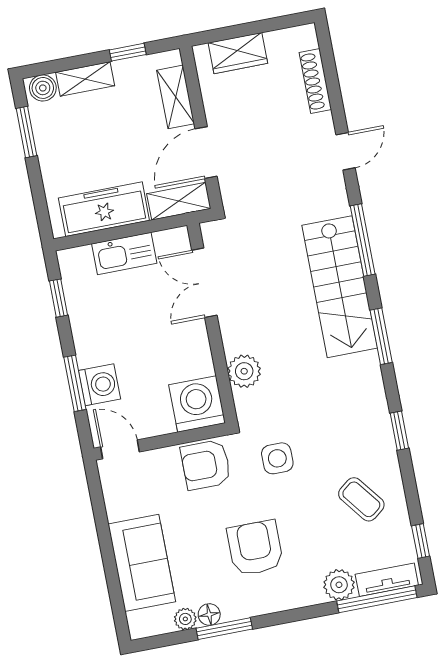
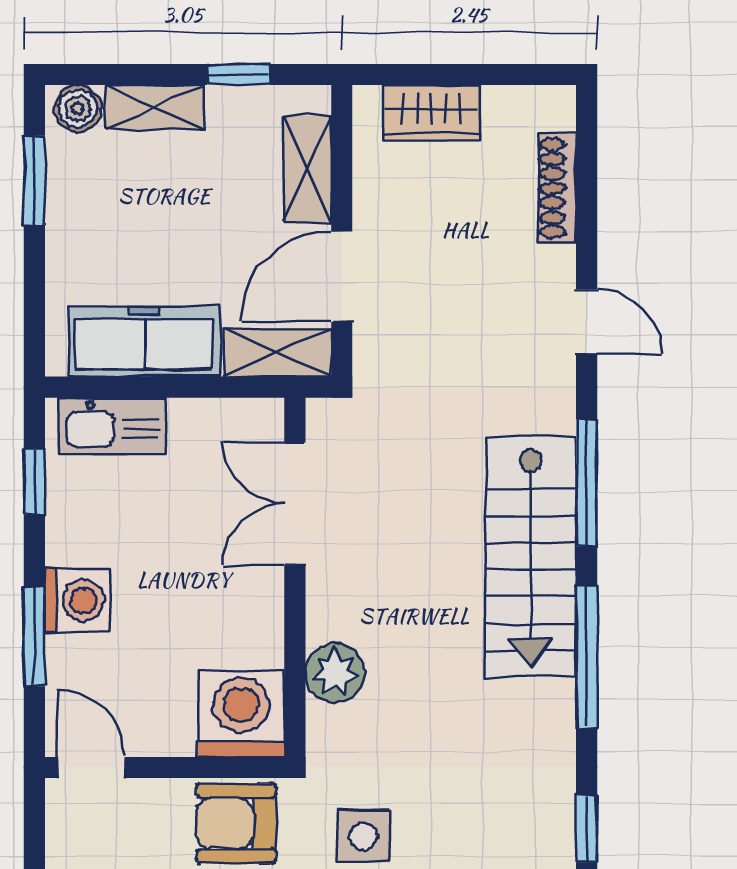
door: (346, 151) -> (587, 321), hinge flipped
kitchen sink: (124, 254) -> (112, 426), moved
window: (381, 336) -> (587, 657), width x1.44
washing machine: (99, 385) -> (77, 600), moved

